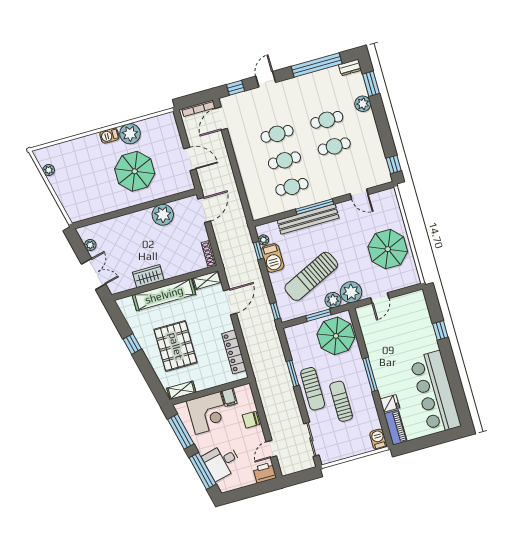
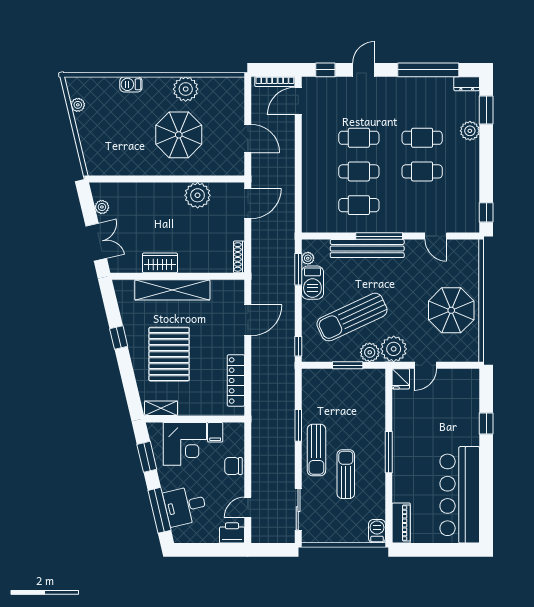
barbecue: (109, 136) -> (131, 84), moved
window: (258, 251) -> (298, 269), width x1.50
shelving: (207, 280) -> (228, 287), removed
parasol: (336, 336) -> (361, 395), removed
fridge: (390, 403) -> (401, 379), moved, turned 90
window: (181, 432) -> (147, 457), width x0.69

